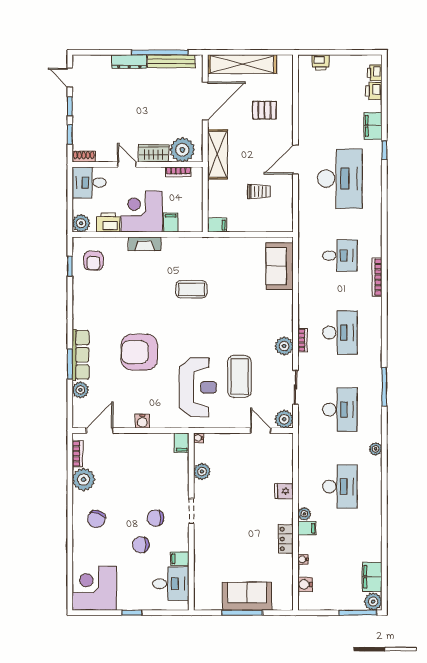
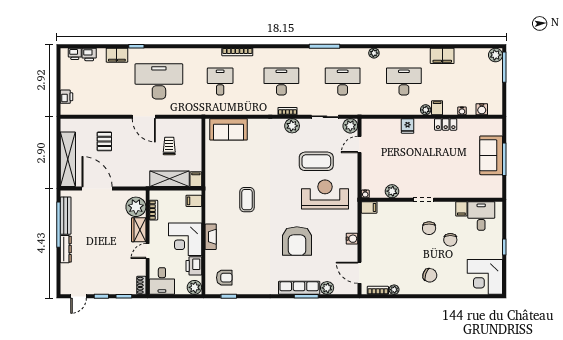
shelving: (217, 154) -> (170, 179), moved
filing cabinet: (171, 223) -> (194, 201), moved
plant: (84, 479) -> (394, 290), width x0.53, depth x0.53
filing cabinet: (372, 577) -> (442, 56), moved

